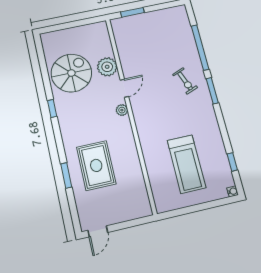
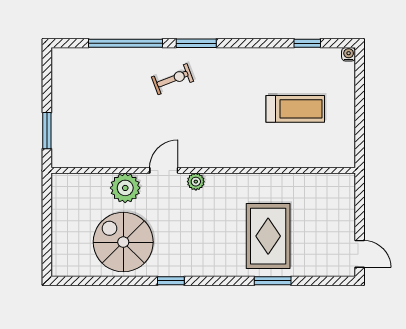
door: (124, 88) -> (164, 170), hinge flipped
treadmill: (187, 164) -> (295, 109), width x0.73, depth x0.73
rug: (96, 165) -> (268, 236), turned 90

